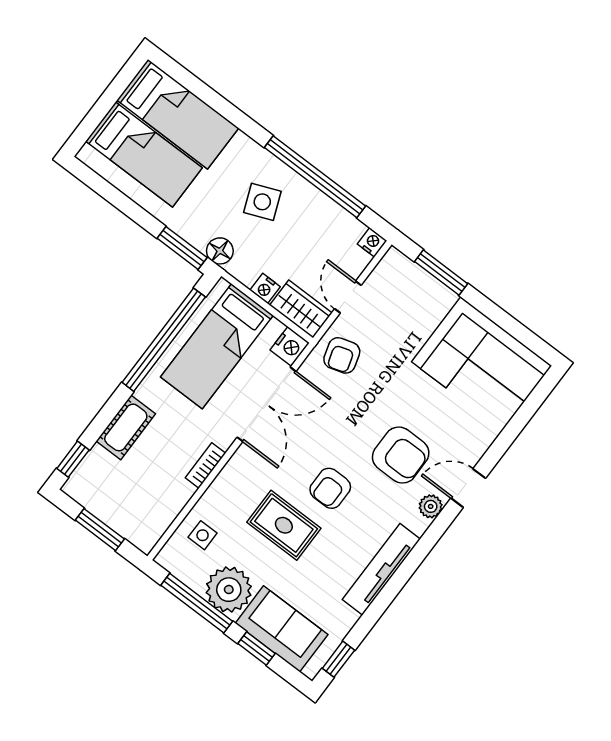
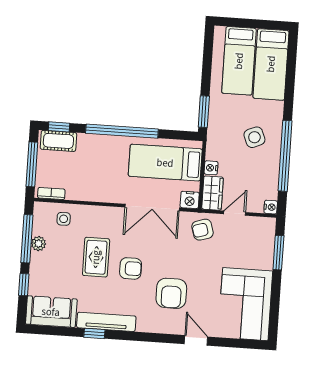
floor lamp: (220, 251) -> (215, 132), removed
window: (164, 340) -> (122, 131), moved
cot: (126, 427) -> (58, 141), moved
bookcase: (205, 465) -> (51, 193), moved
armchair: (330, 488) -> (131, 268), turned 180
door: (468, 488) -> (196, 340), moved
plant: (431, 506) -> (155, 326), removed
window: (100, 530) -> (32, 164), width x1.44
plant: (229, 590) -> (39, 244), width x0.53, depth x0.53
sofa: (282, 629) -> (51, 312), moved, turned -90
window: (338, 659) -> (94, 333), moved

